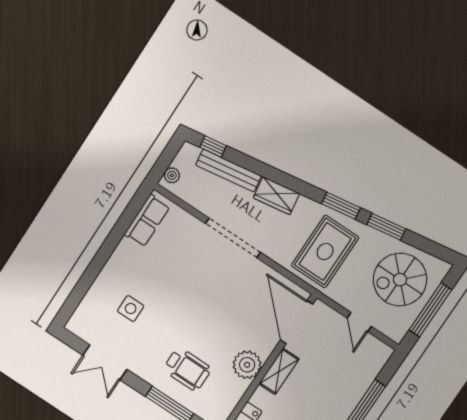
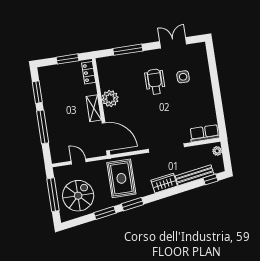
row of seats: (147, 221) -> (204, 133), moved, turned 90
wheelchair: (187, 369) -> (155, 82), moved, turned 90

